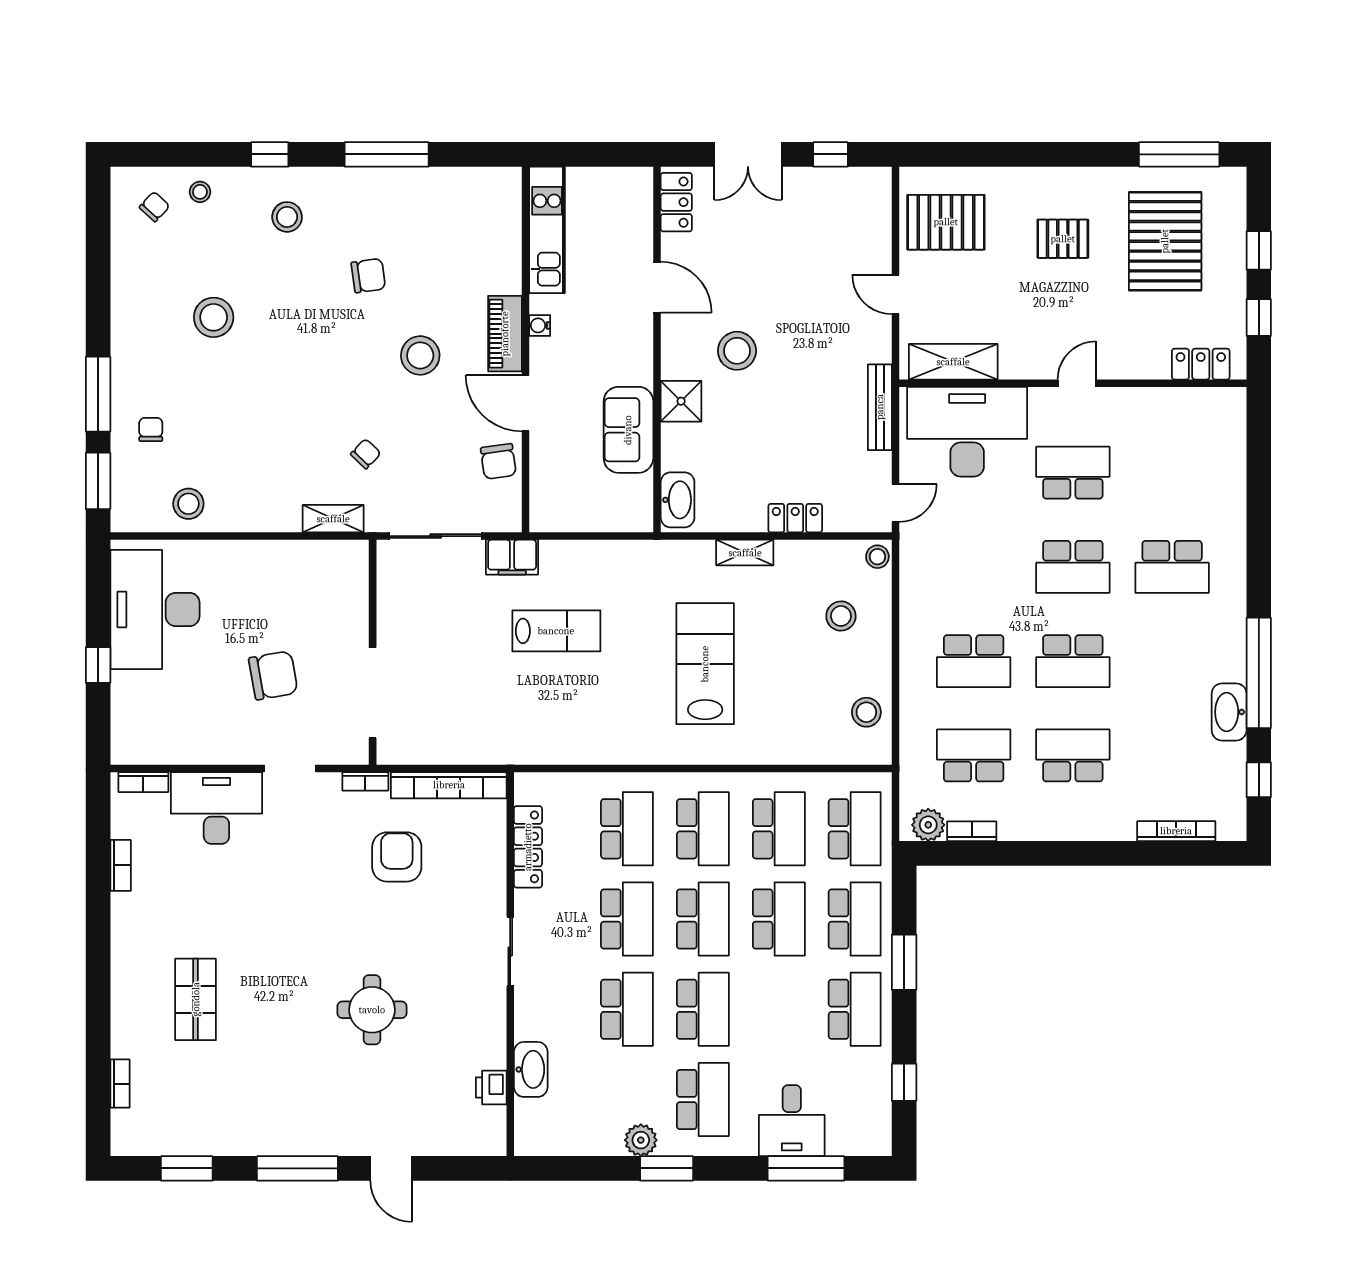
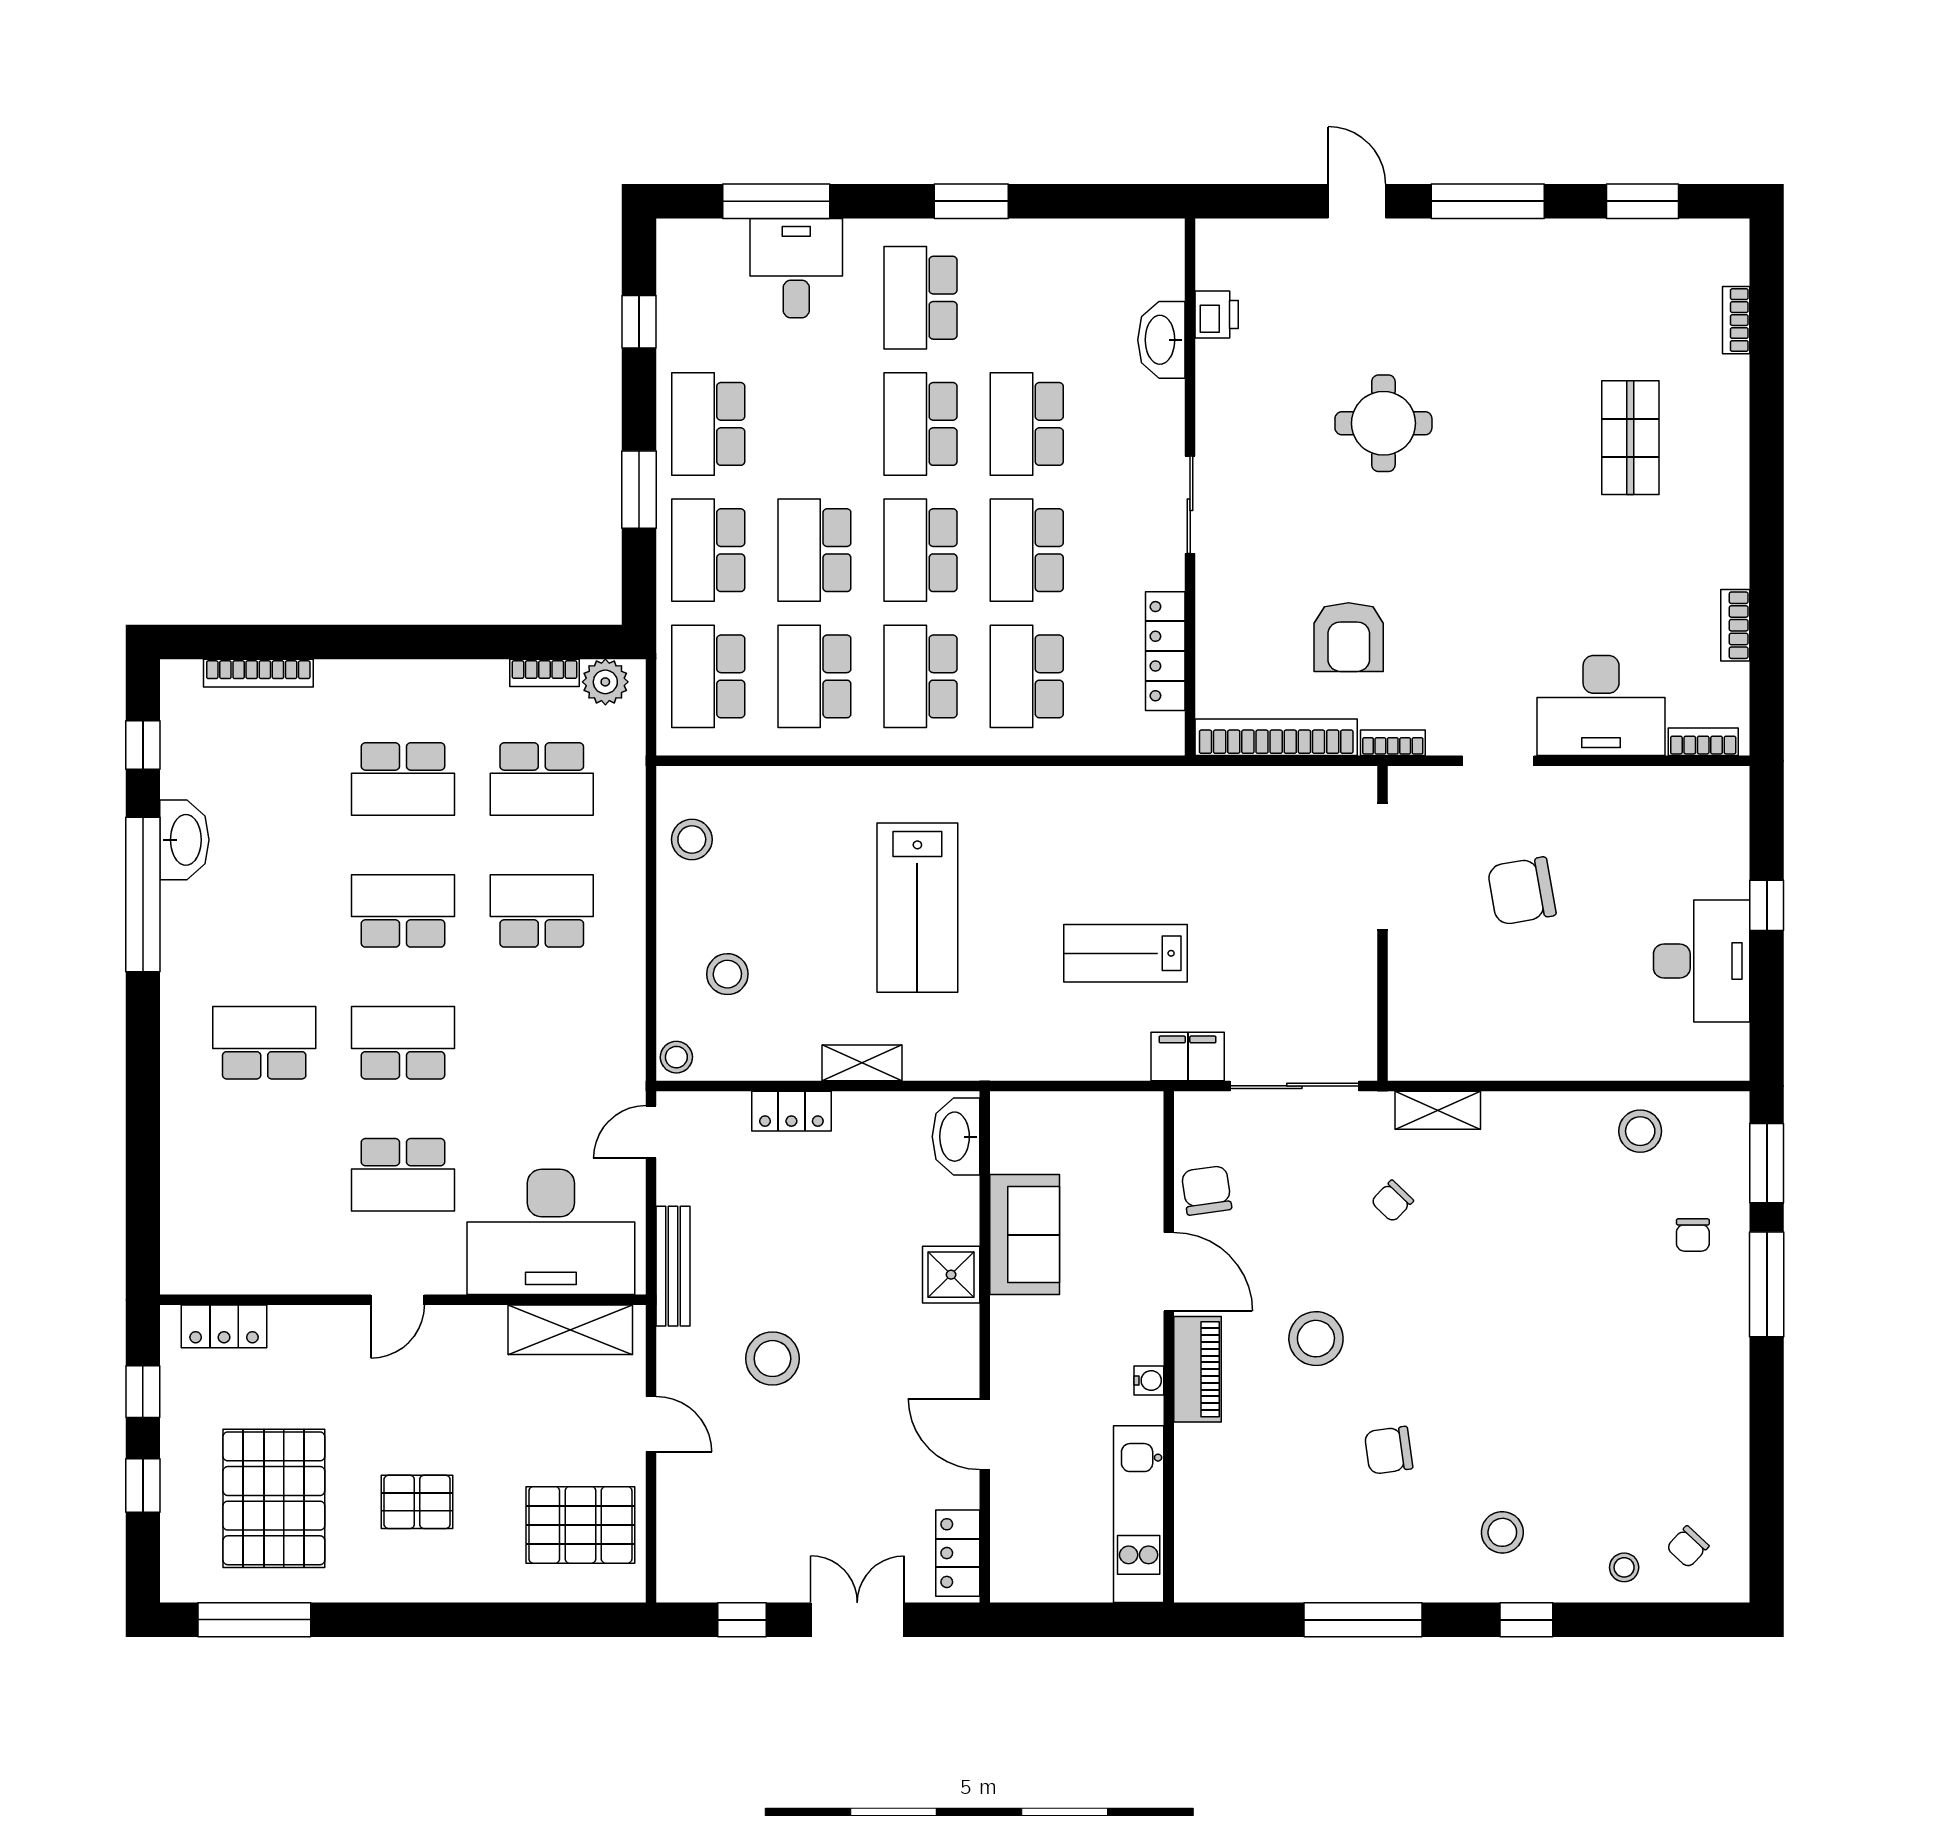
stool: (214, 317) -> (1605, 1392), removed
stool: (737, 351) -> (772, 1359), moved
desk: (155, 609) -> (1702, 961), width x0.73, depth x0.77
plant: (641, 1140) -> (1007, 241), removed

